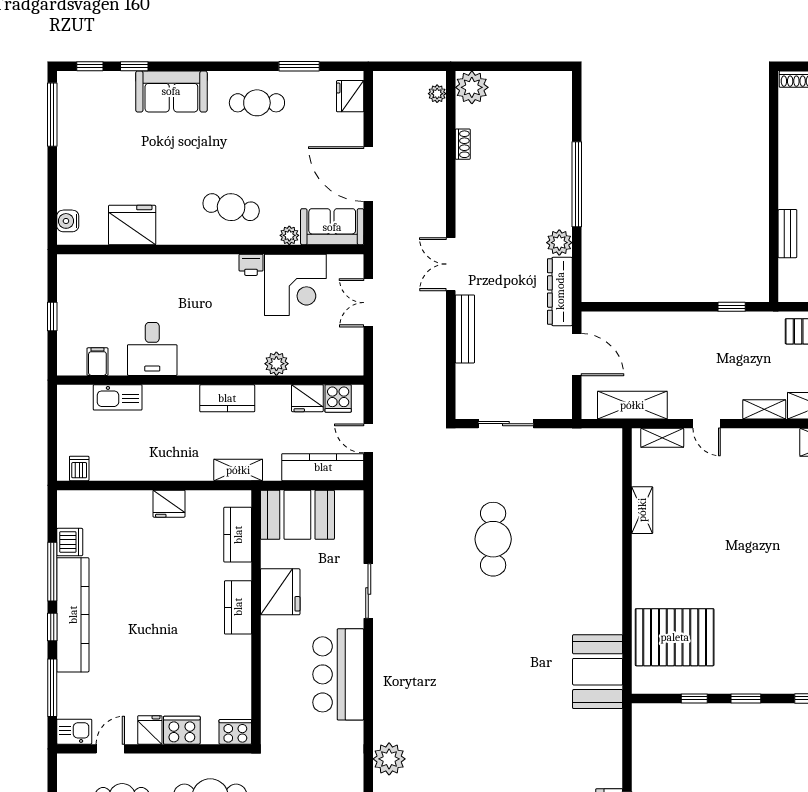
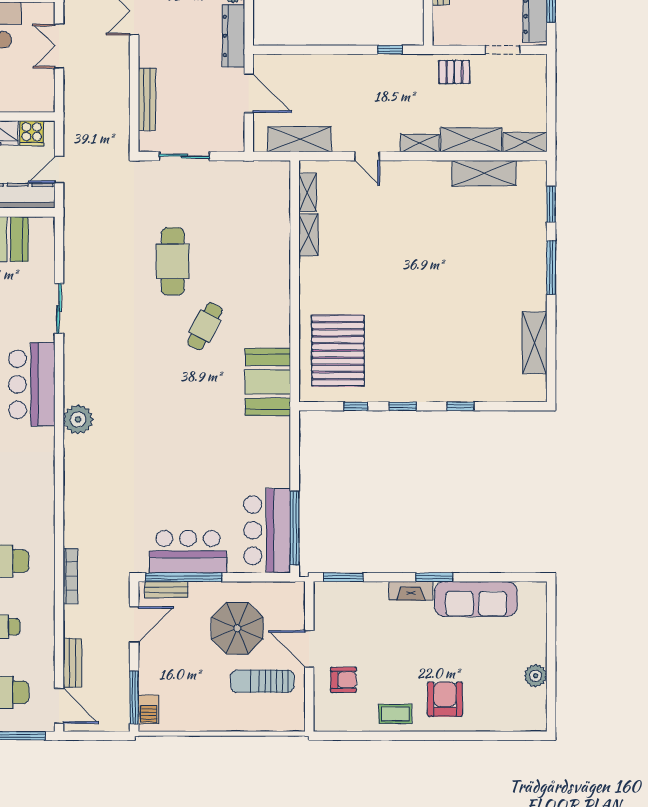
bench: (465, 329) -> (147, 99), moved
door: (368, 438) -> (59, 170), hinge flipped
shelving: (662, 438) -> (308, 192), moved, turned 90
cafe table: (528, 611) -> (205, 326), added
pallet: (675, 637) -> (338, 351), turned 90
plant: (389, 759) -> (78, 419), moved

